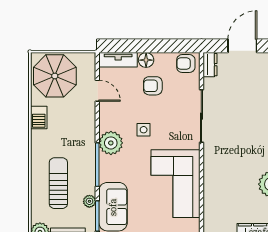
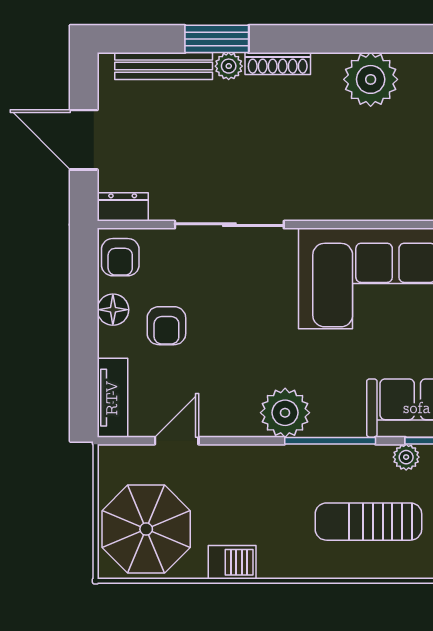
floor lamp: (146, 60) -> (113, 310), moved
side table: (144, 130) -> (258, 345), removed

